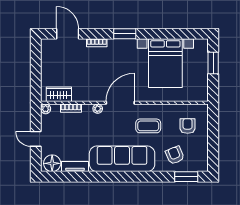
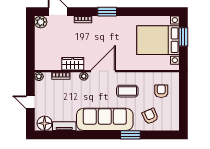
plant: (48, 46) -> (41, 22), added
bed with nightstands: (165, 63) -> (158, 40), moved, turned 90
wardrobe: (59, 94) -> (73, 64), moved
window: (186, 177) -> (130, 135), moved

